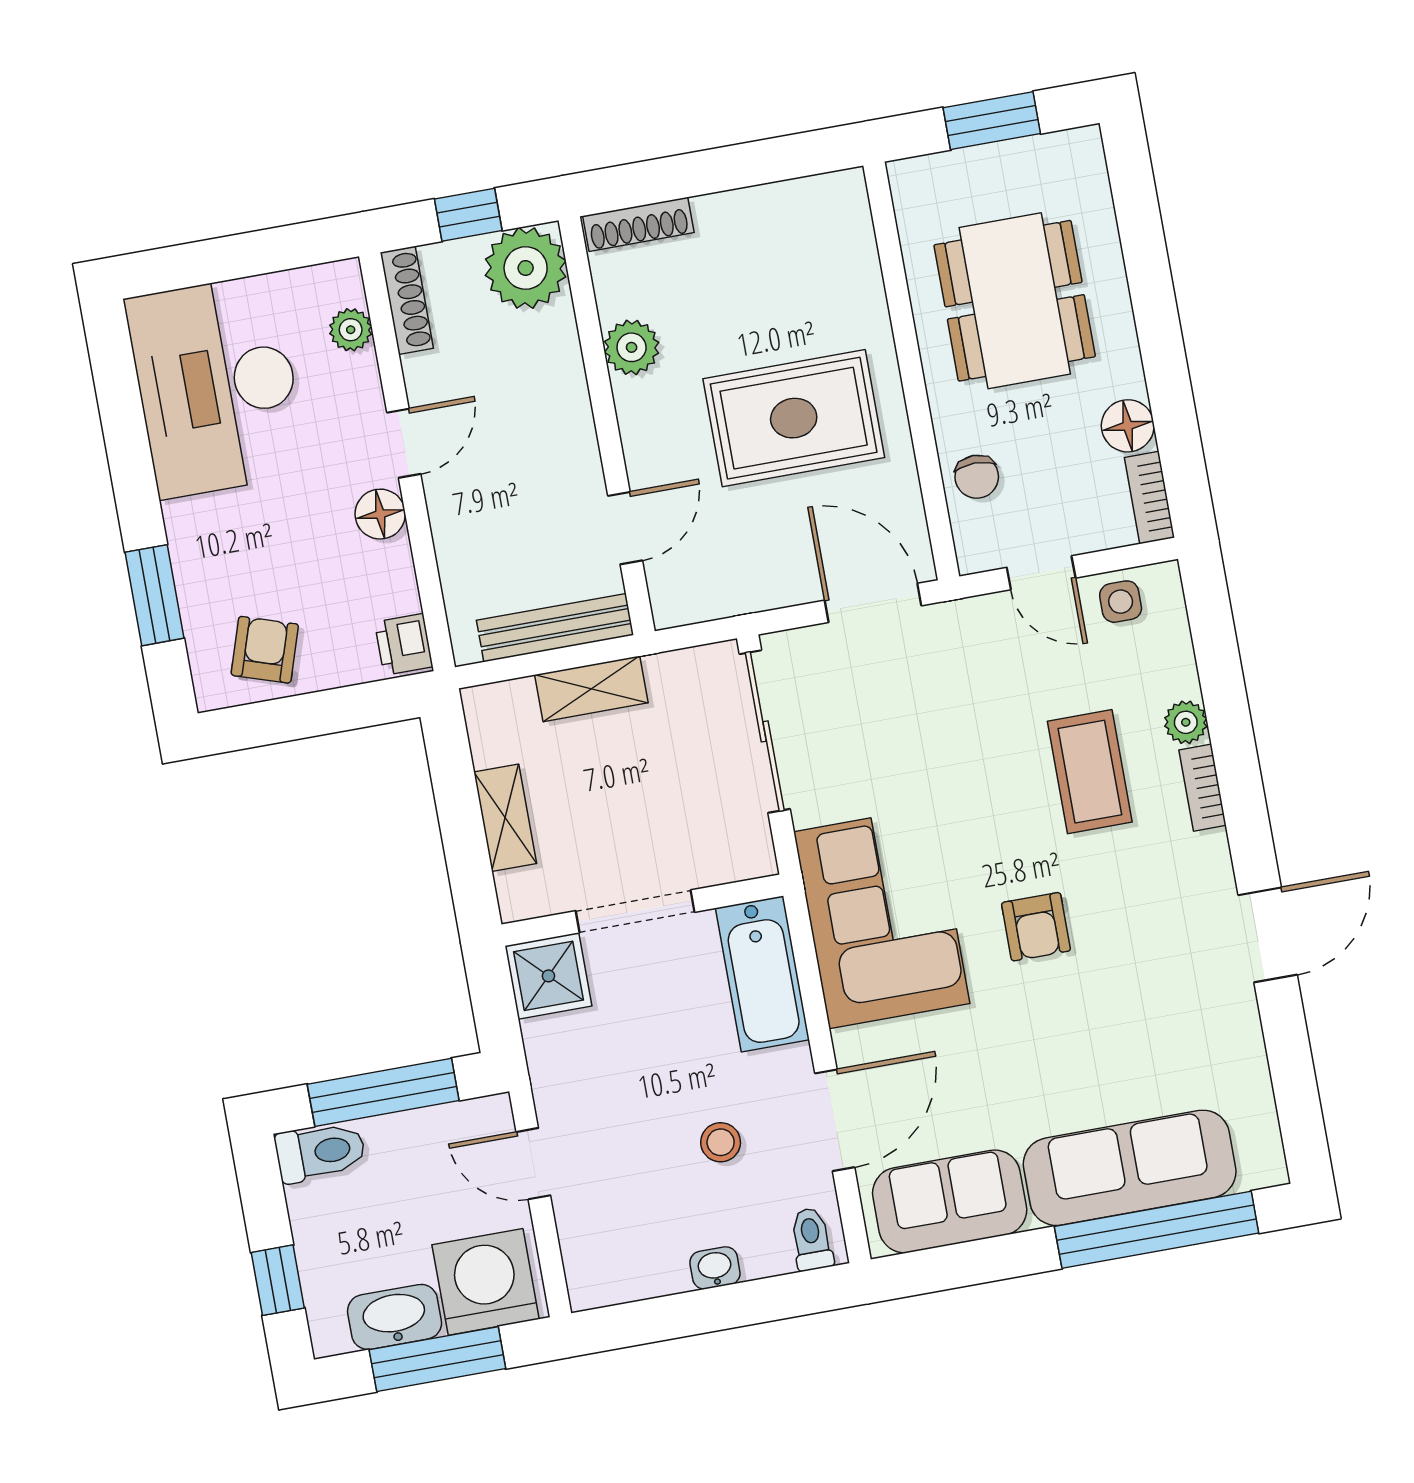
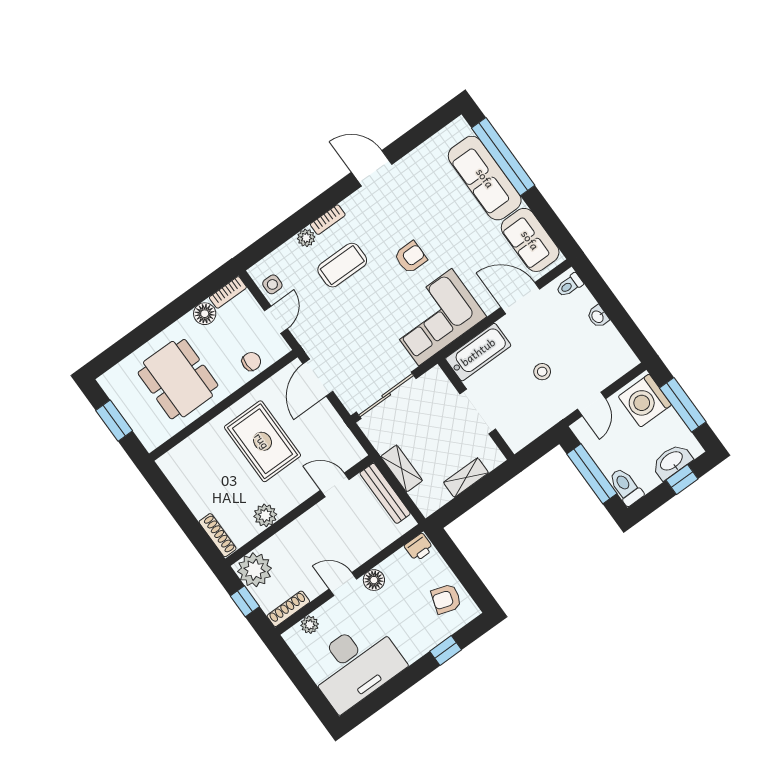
dining table: (1015, 301) -> (178, 379), turned 90
window: (155, 595) -> (446, 651), width x0.67
shower: (548, 976) -> (518, 432), removed
stool: (721, 1142) -> (542, 372), moved
washbasin: (395, 1317) -> (672, 461), moved, turned 90

